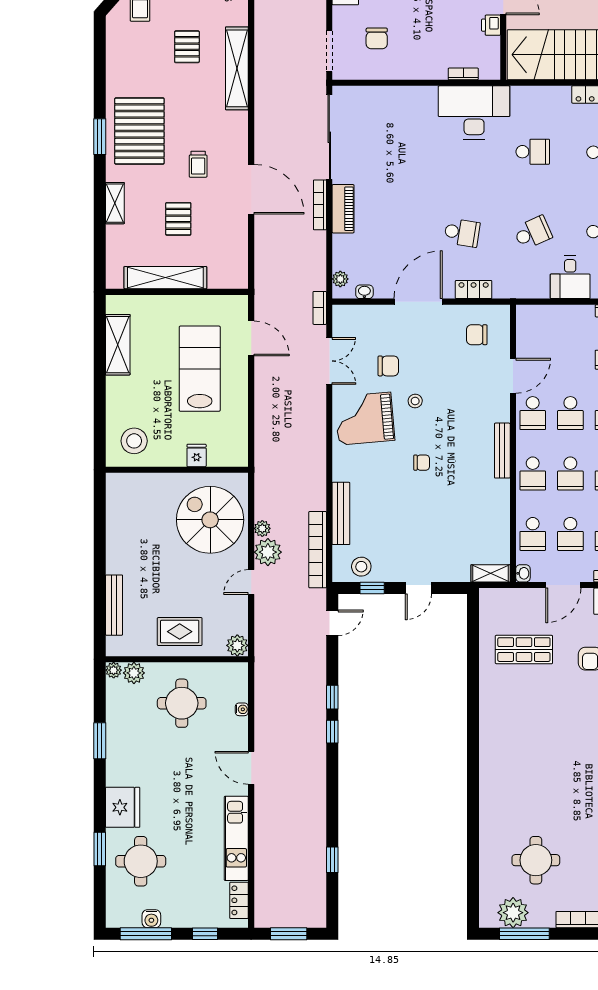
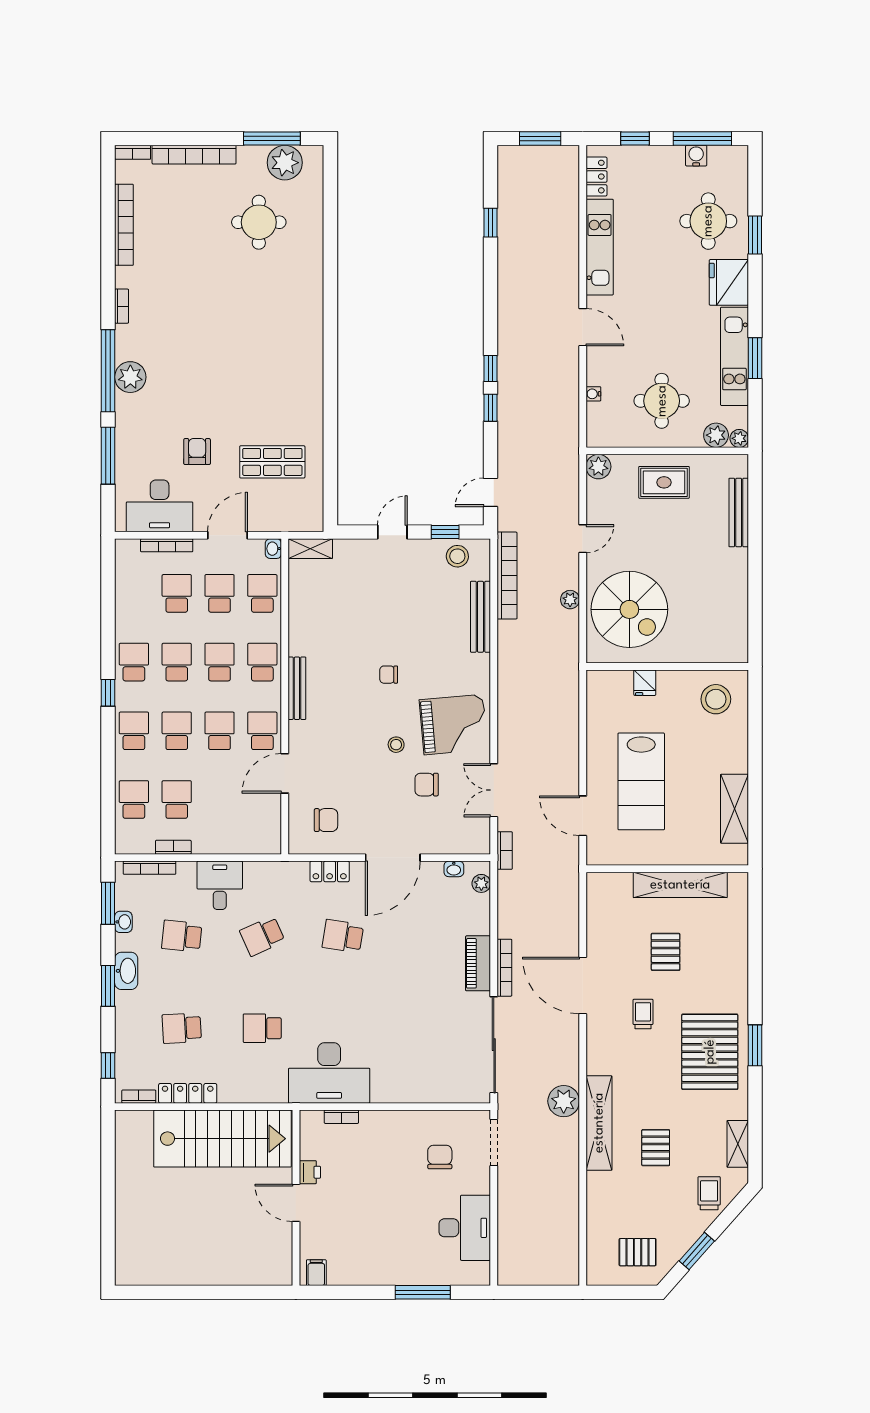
shelving: (115, 203) -> (738, 1144), moved
plant: (268, 552) -> (564, 1101), moved
kitchen unit: (118, 742) -> (734, 356), added

